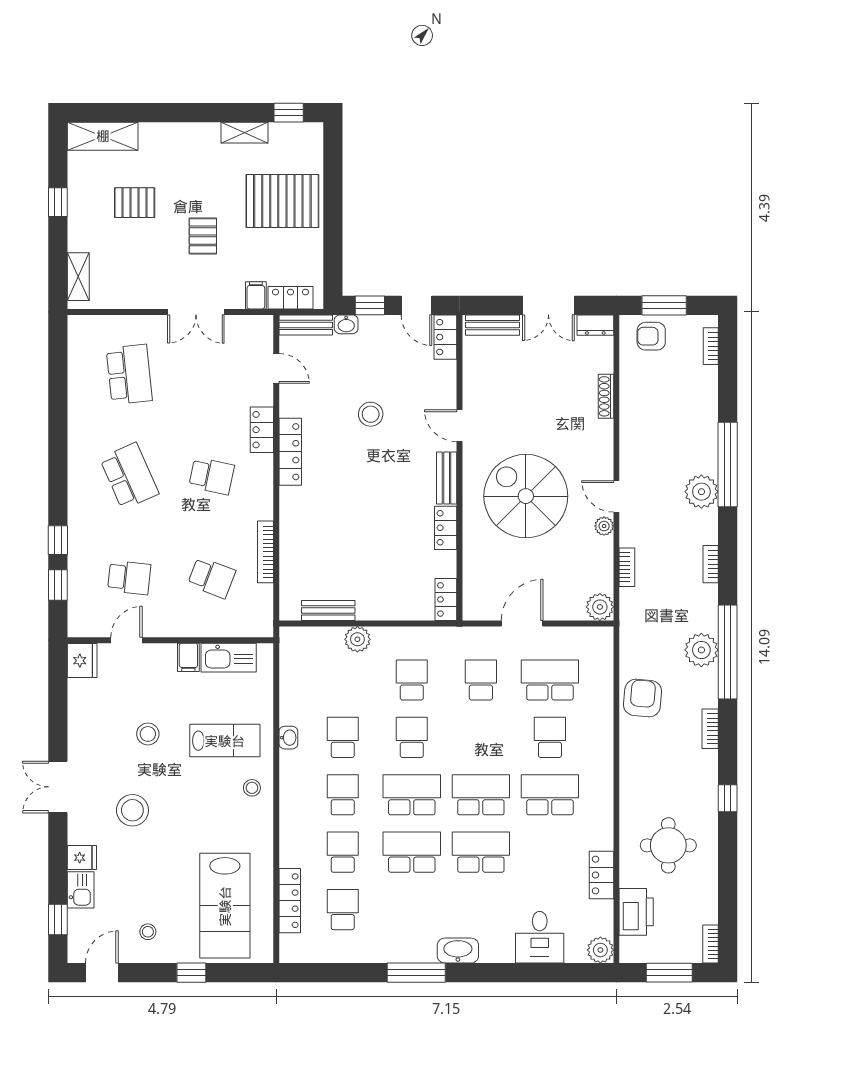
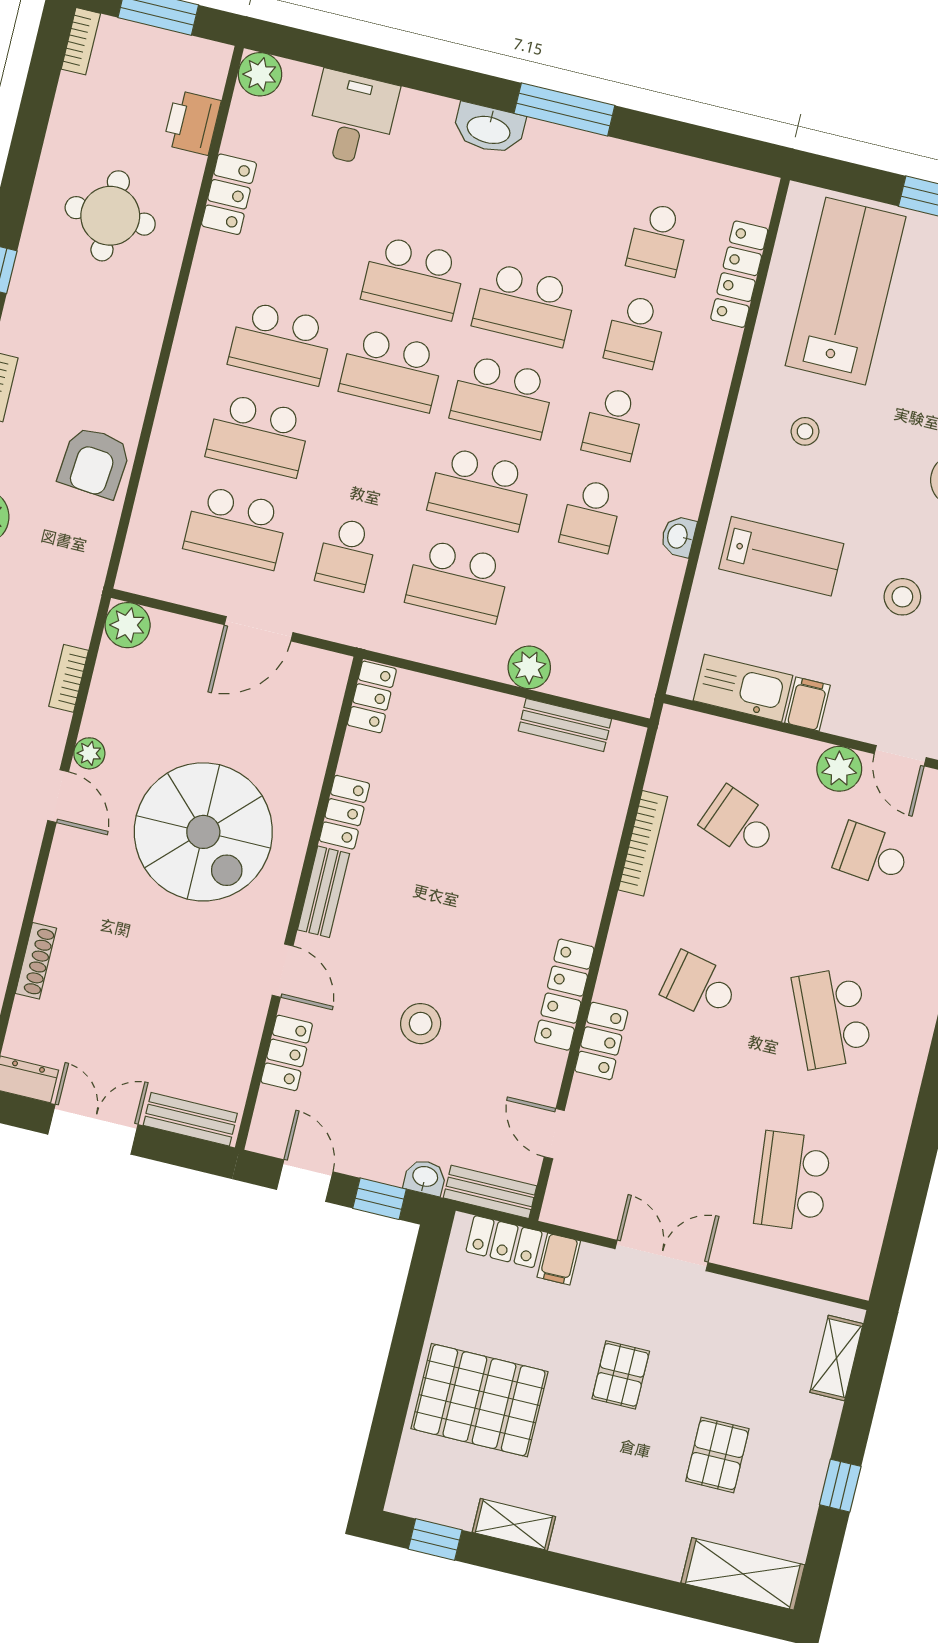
pallet: (135, 203) -> (717, 1455), turned 90
locker: (445, 337) -> (287, 1053), moved
plant: (161, 624) -> (839, 769), added
door: (127, 640) -> (900, 756), hinge flipped
school desk: (412, 680) -> (458, 581), width x1.85
school desk: (412, 737) -> (480, 489), width x1.85
school desk: (550, 737) -> (258, 435), width x1.85
lab bench: (225, 741) -> (781, 556), turned 180
stool: (252, 788) -> (805, 431), moved
printer: (636, 912) -> (192, 123), width x0.73, depth x0.84

